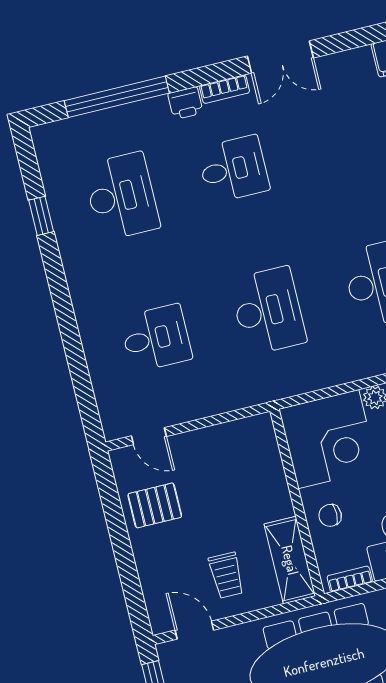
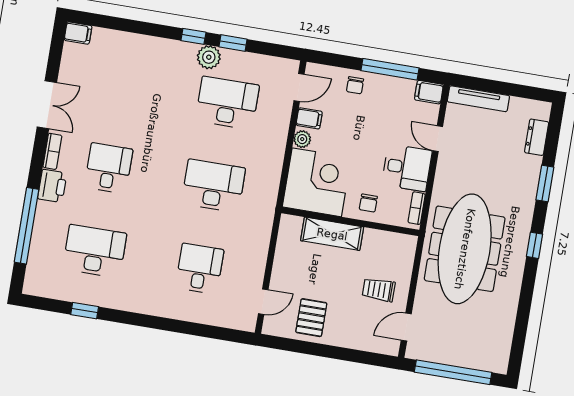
printer: (185, 103) -> (52, 186), width x1.36, depth x1.24
shelving: (290, 560) -> (332, 234), moved
trolley: (226, 575) -> (379, 290), turned 180

